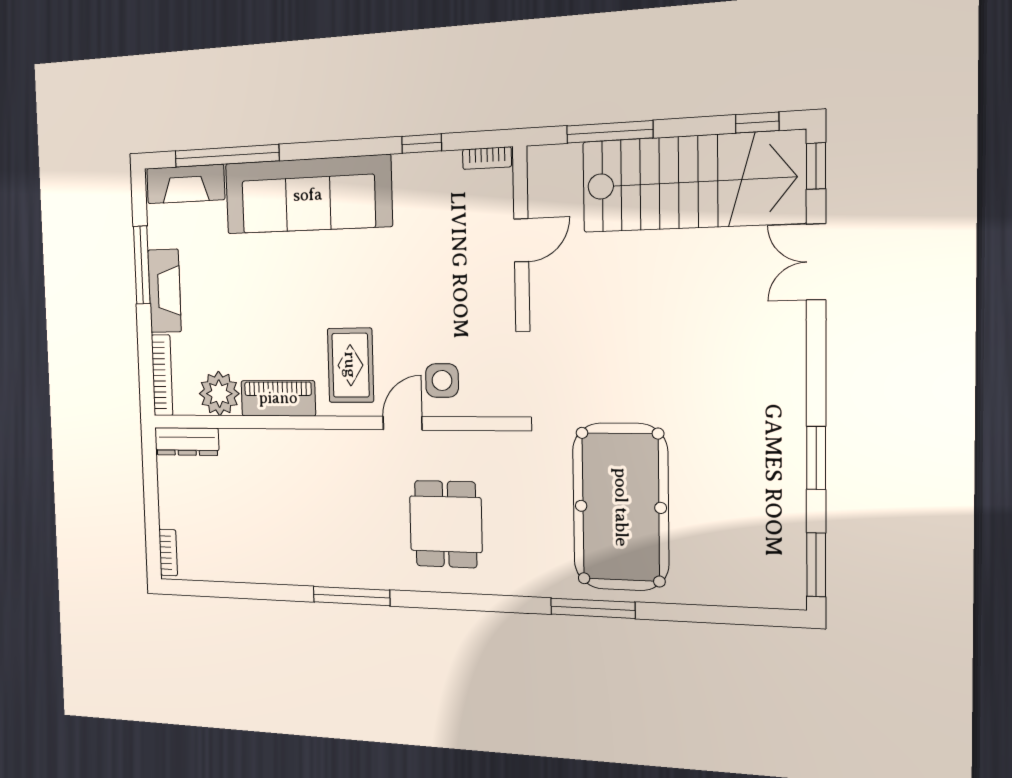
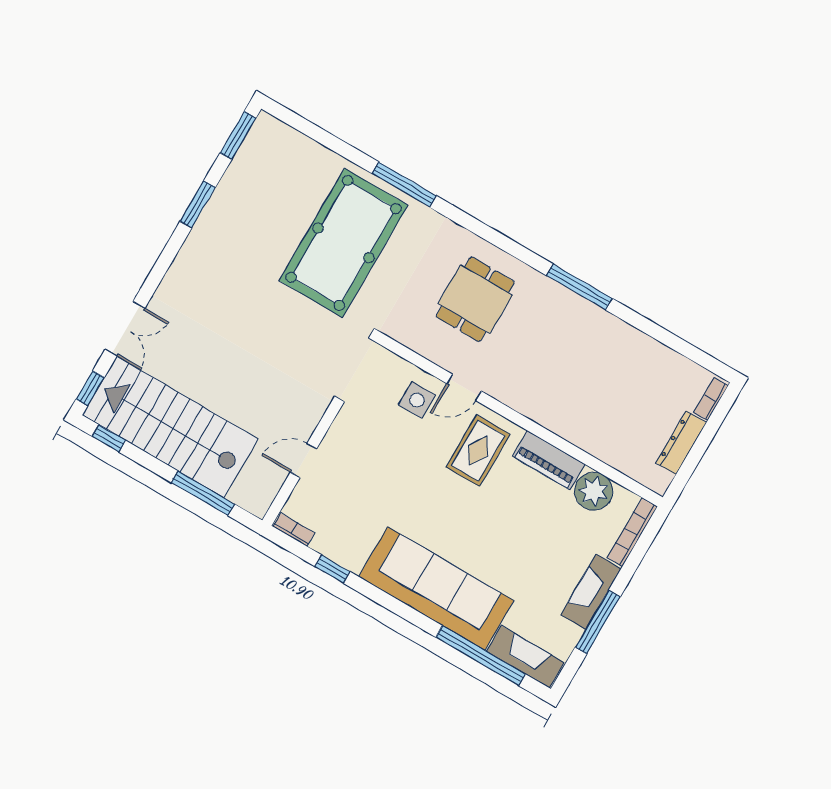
dresser: (187, 442) -> (681, 443), moved, turned -90

